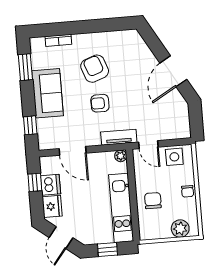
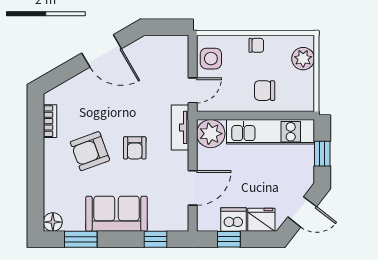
bookcase: (58, 40) -> (50, 121), moved
floor lamp: (37, 44) -> (53, 222), added
plant: (121, 156) -> (211, 134), width x1.88, depth x1.88

